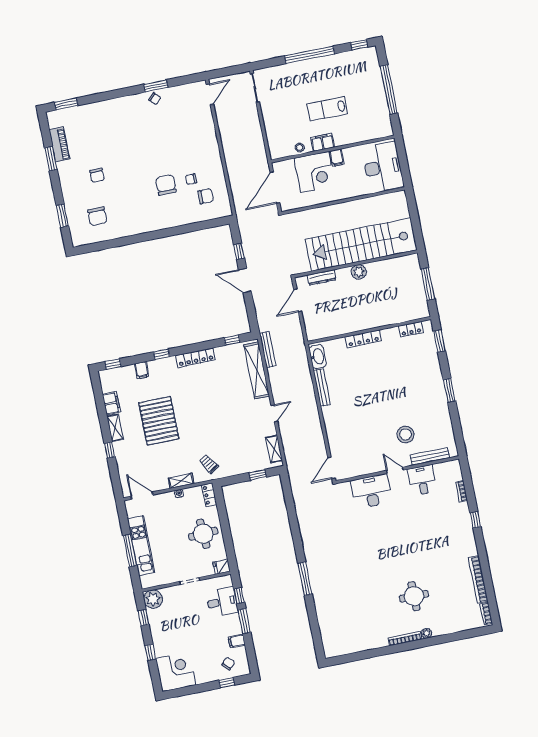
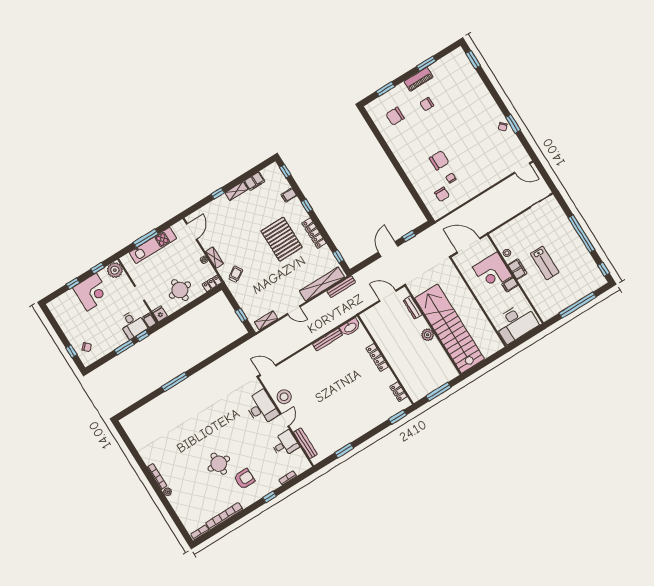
lab bench: (327, 109) -> (545, 263), turned 180
piano: (59, 144) -> (418, 79), moved
window: (449, 390) -> (344, 450), moved
pallet: (159, 421) -> (282, 239), moved, turned 90
stool: (406, 434) -> (284, 397), moved
armchair: (444, 541) -> (244, 479), added
round table: (414, 596) -> (219, 464), moved
filing cabinet: (237, 641) -> (150, 320), moved
corner desk: (176, 672) -> (92, 292), moved

